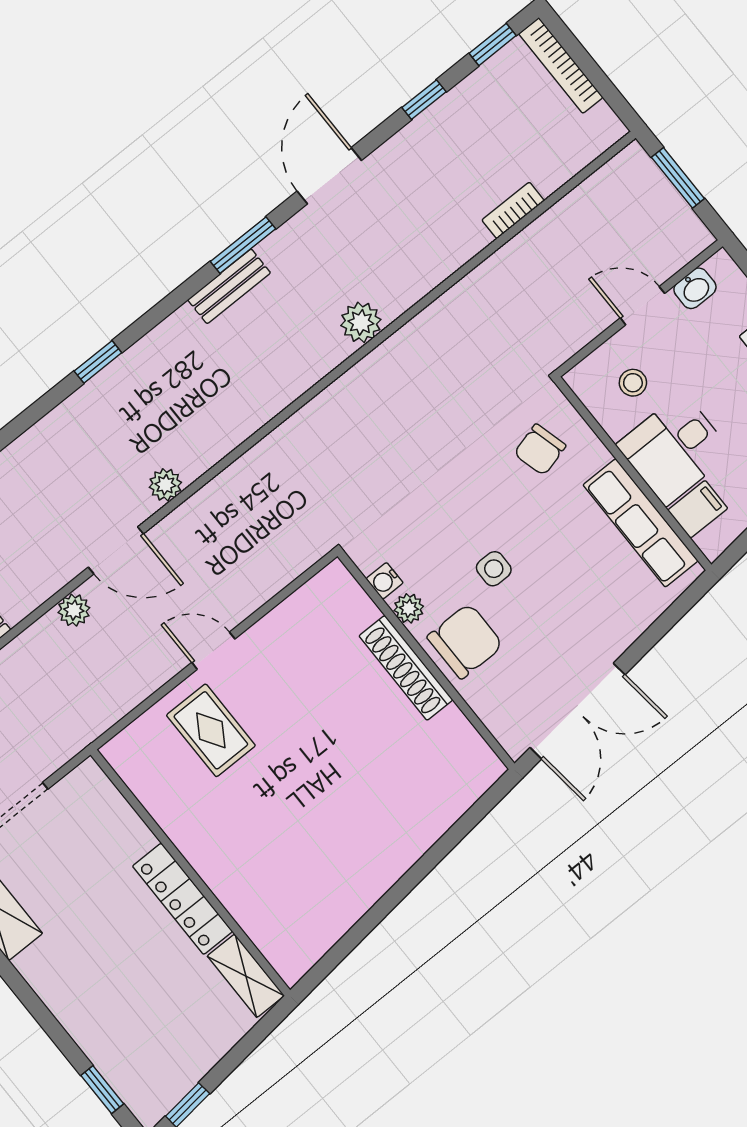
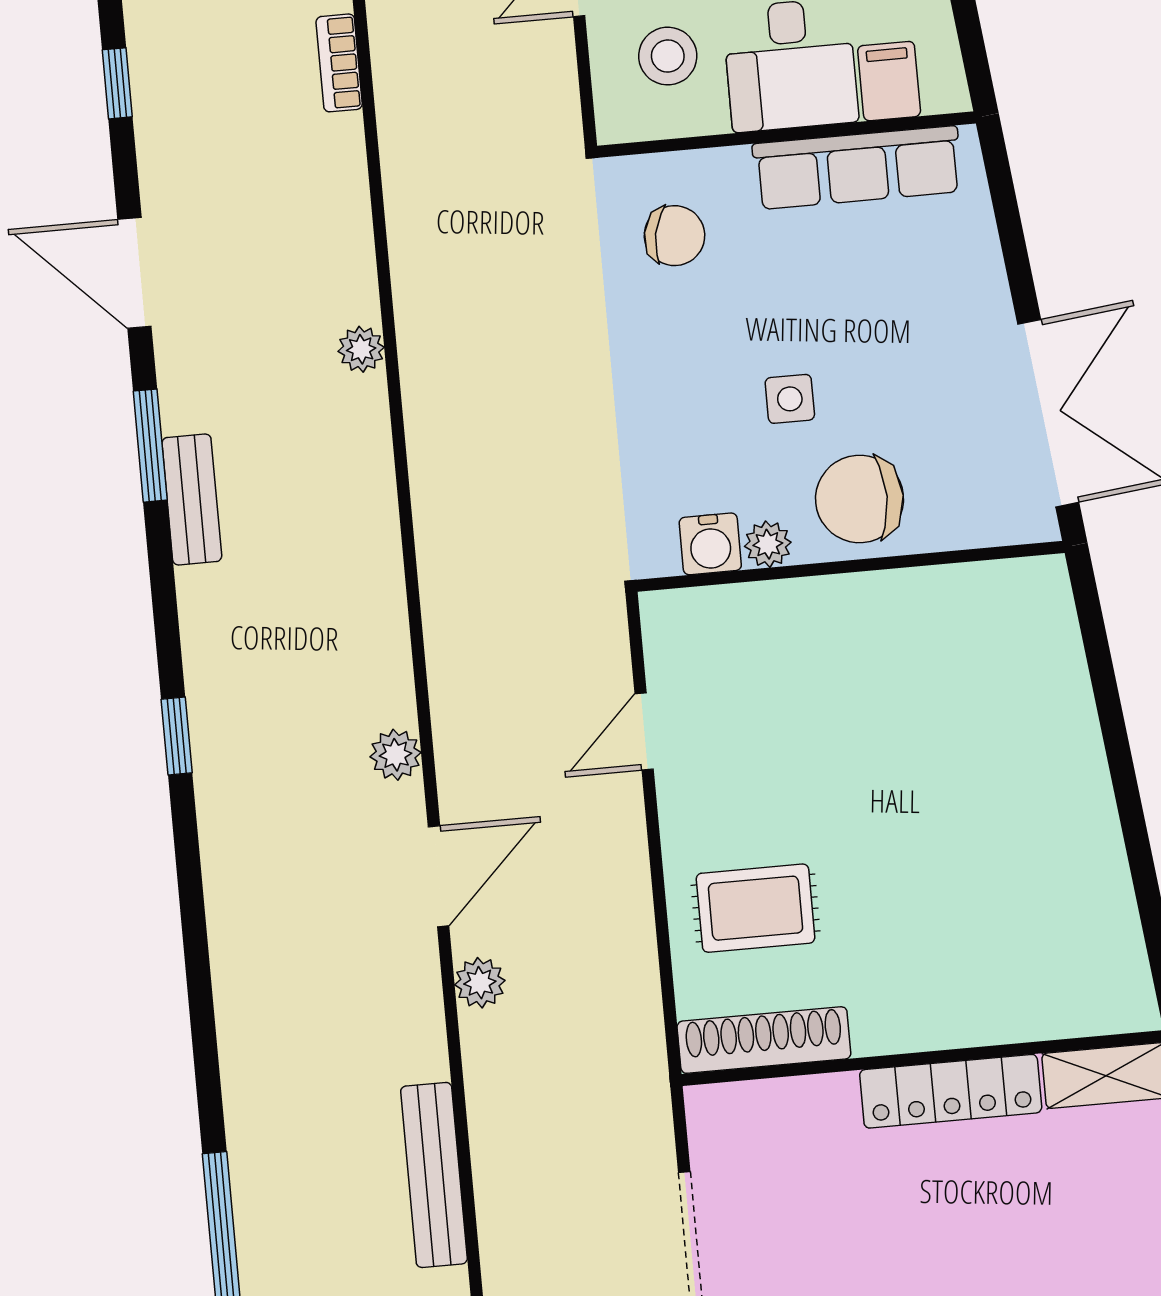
plant: (361, 322) -> (361, 349), width x0.73, depth x0.73
stool: (633, 383) -> (668, 56), width x1.37, depth x1.37
chair: (540, 450) -> (674, 236), turned -64
water cooler: (385, 581) -> (710, 544), width x1.38, depth x1.38
chair: (465, 641) -> (860, 499), turned -90
door: (213, 651) -> (644, 732), moved
shoe rack: (406, 668) -> (764, 1040), moved, turned 180

